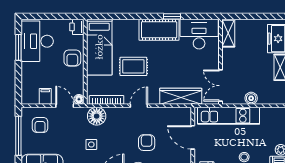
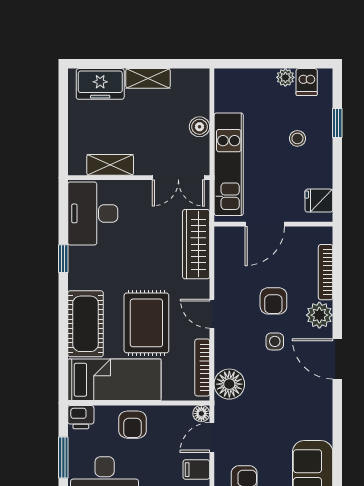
window: (53, 16) -> (63, 457), added
cot: (159, 30) -> (86, 324), moved
shelving: (228, 33) -> (110, 165), moved
armchair: (72, 58) -> (133, 425), turned 90
rug: (133, 66) -> (146, 323), width x1.36, depth x1.43
armchair: (147, 143) -> (273, 301), turned -90
side table: (91, 144) -> (275, 341), moved

